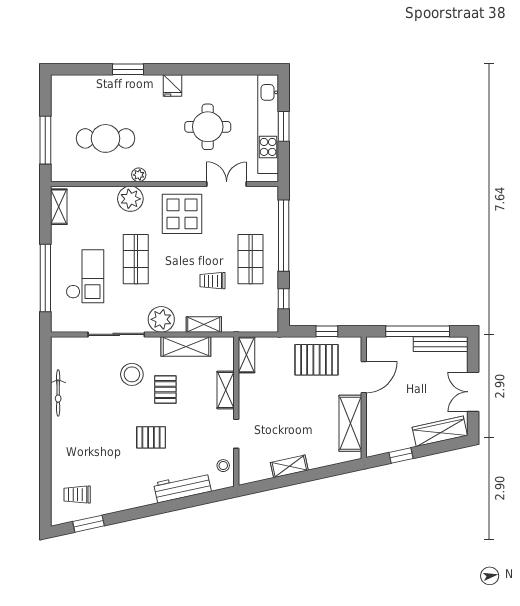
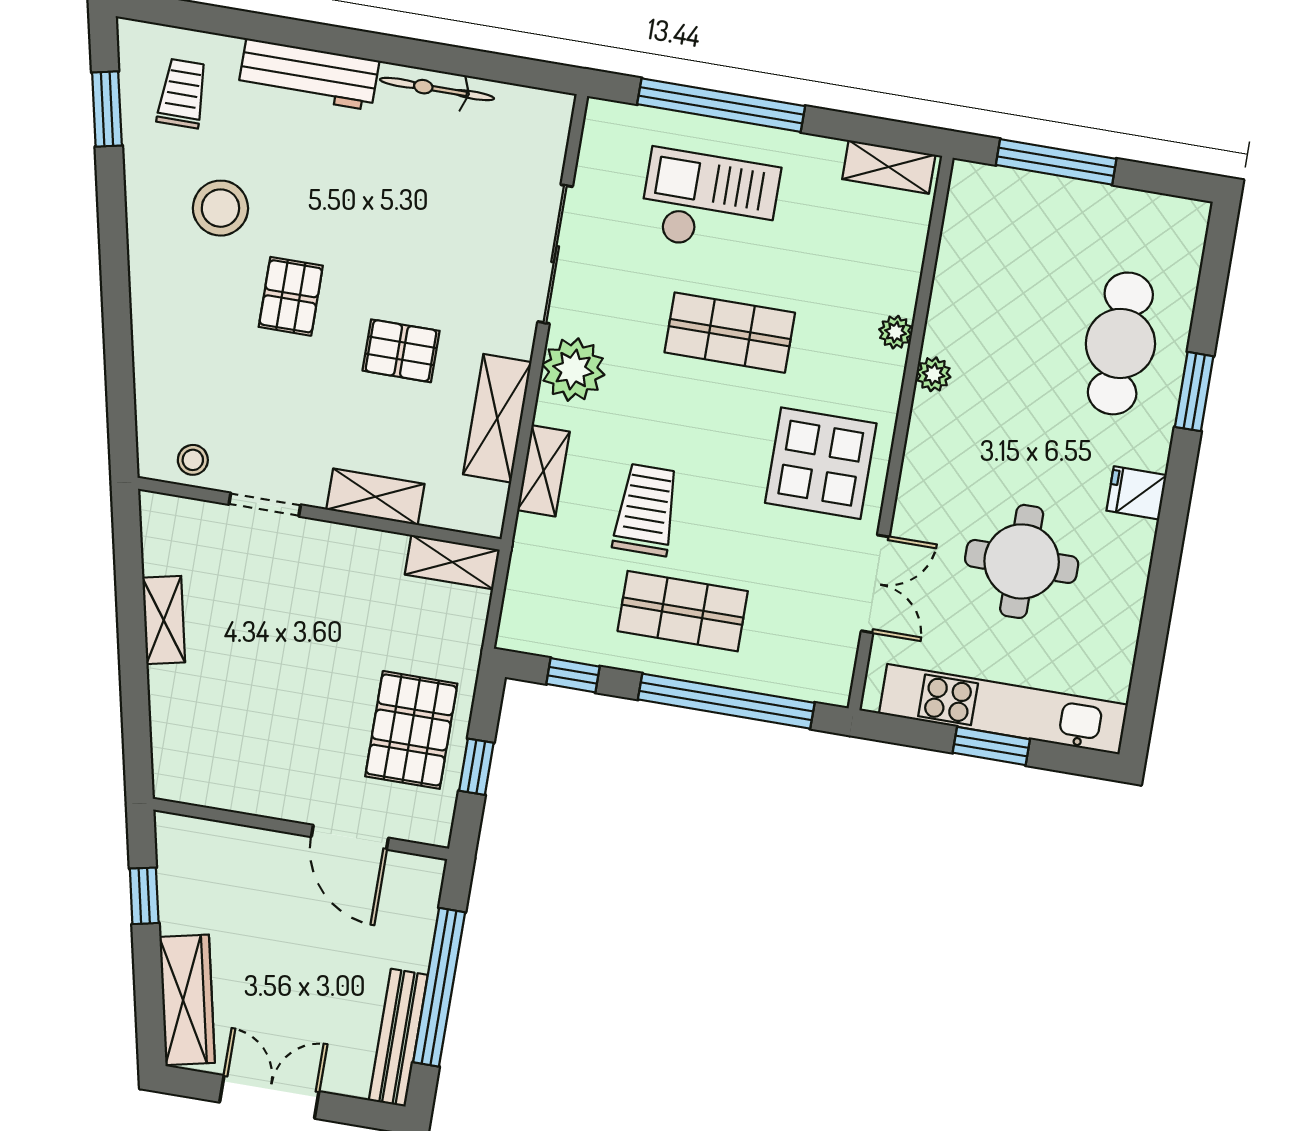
cafe table: (106, 138) -> (1120, 343), moved
plant: (130, 199) -> (896, 332), width x0.53, depth x0.53
checkout: (85, 276) -> (709, 202), turned 180
trolley: (212, 281) -> (646, 510), width x1.36, depth x1.39
stool: (132, 374) -> (220, 208), moved
shelving: (350, 423) -> (243, 786), removed
workbench: (182, 487) -> (309, 74), moved, turned 102

